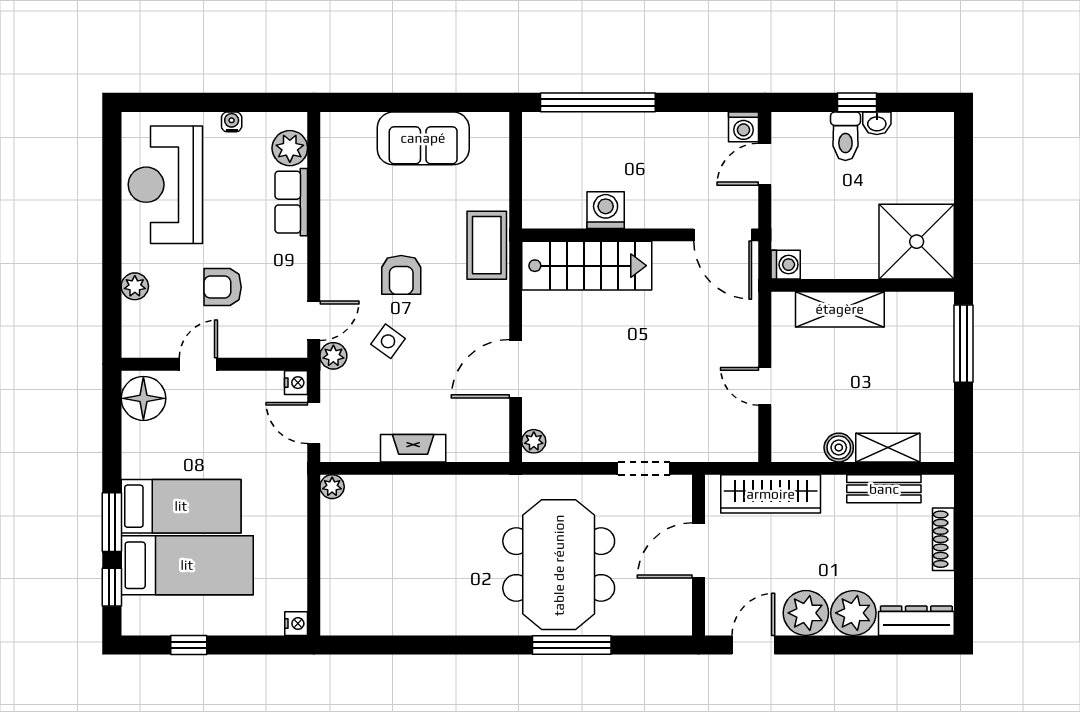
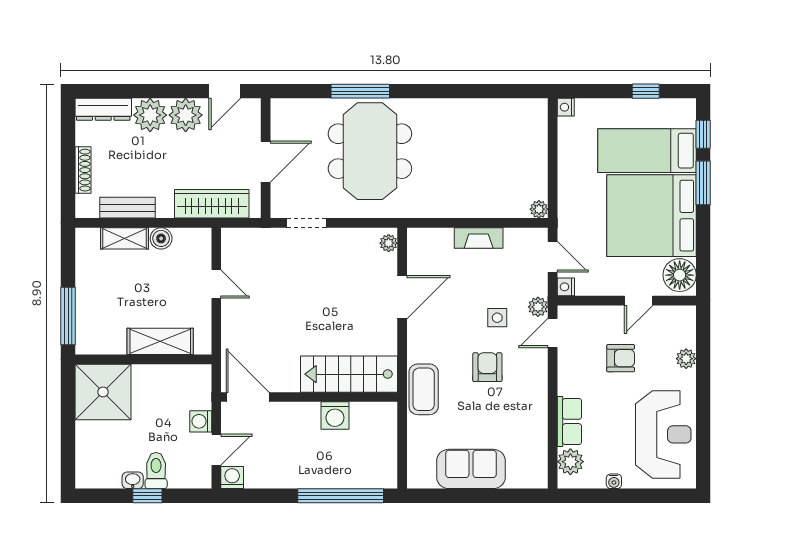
washing machine: (786, 265) -> (201, 421), moved
side table: (388, 341) -> (497, 318), turned -36
bed: (181, 506) -> (652, 216), width x2.04

